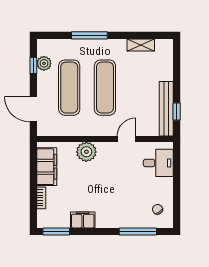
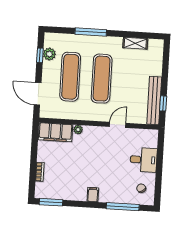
plant: (86, 152) -> (78, 130), width x0.53, depth x0.53
desk: (158, 163) -> (144, 160), moved
filing cabinet: (47, 167) -> (55, 132), moved, turned 90
filing cabinet: (83, 220) -> (93, 195), moved, width x0.50

